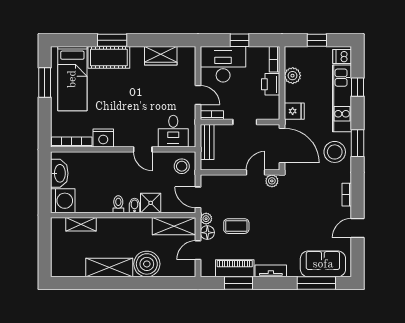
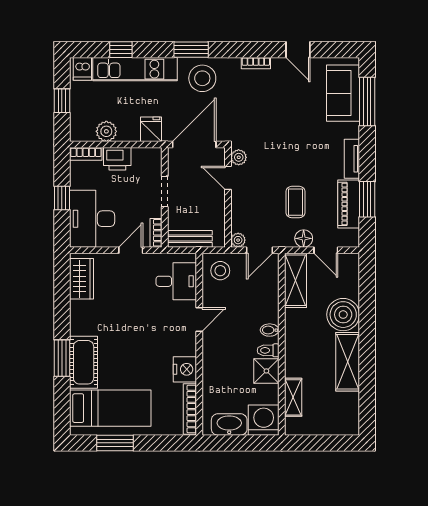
wardrobe: (161, 56) -> (81, 279), moved
shower: (151, 203) -> (266, 371), moved
plant: (206, 219) -> (238, 240), moved

